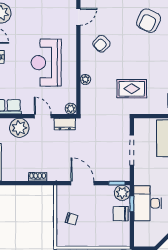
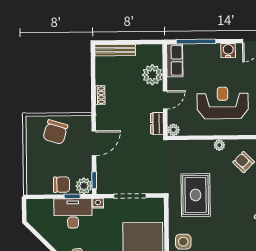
plant: (85, 79) -> (219, 145), moved
rug: (132, 89) -> (196, 195), width x1.36, depth x1.43
nightstand: (138, 180) -> (98, 203), added
chair: (121, 214) -> (61, 185), turned 90
chair: (72, 219) -> (55, 132), width x1.87, depth x1.87

